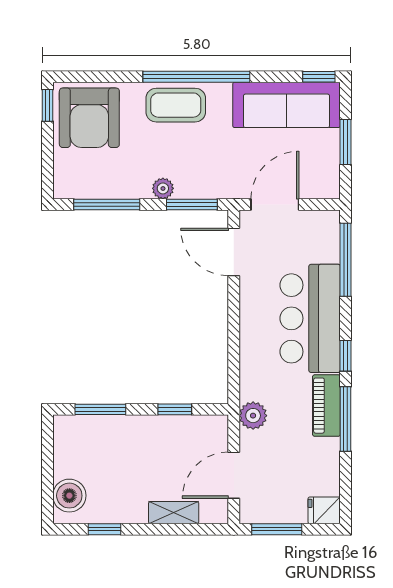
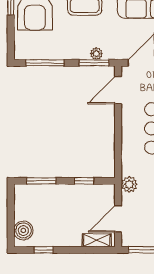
plant: (163, 188) -> (96, 54), moved
door: (234, 252) -> (118, 90), hinge flipped
shelving: (174, 513) -> (97, 240), moved

